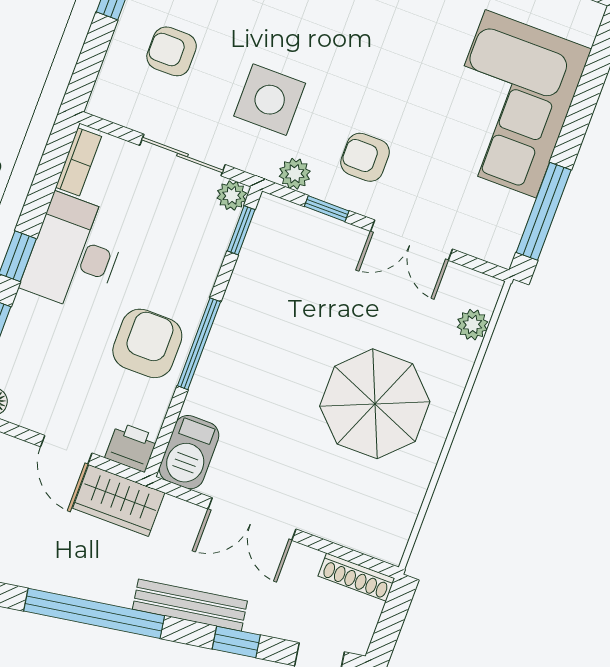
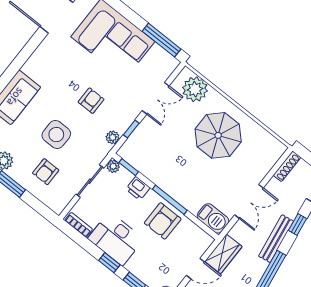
side table: (270, 100) -> (56, 135), moved
armchair: (365, 157) -> (91, 101), moved, turned 180
plant: (472, 325) -> (195, 89), width x1.88, depth x1.88
armchair: (147, 343) -> (163, 221), turned -90
printer: (131, 447) -> (138, 188), moved, turned -90

